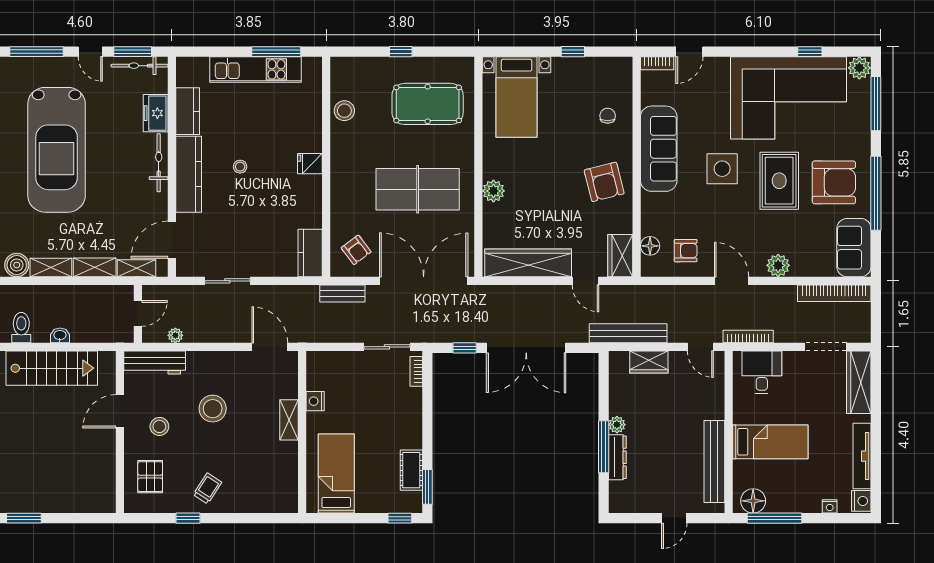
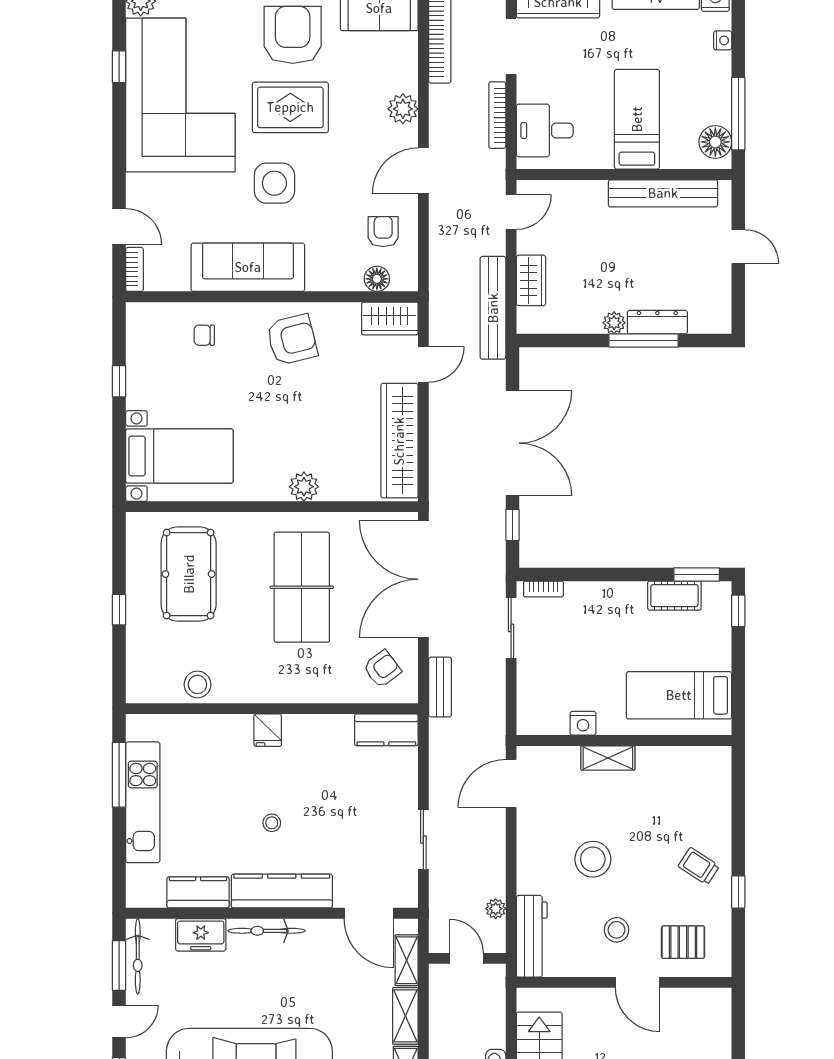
bookcase: (748, 337) -> (497, 115), moved
door: (120, 411) -> (637, 982), moved

